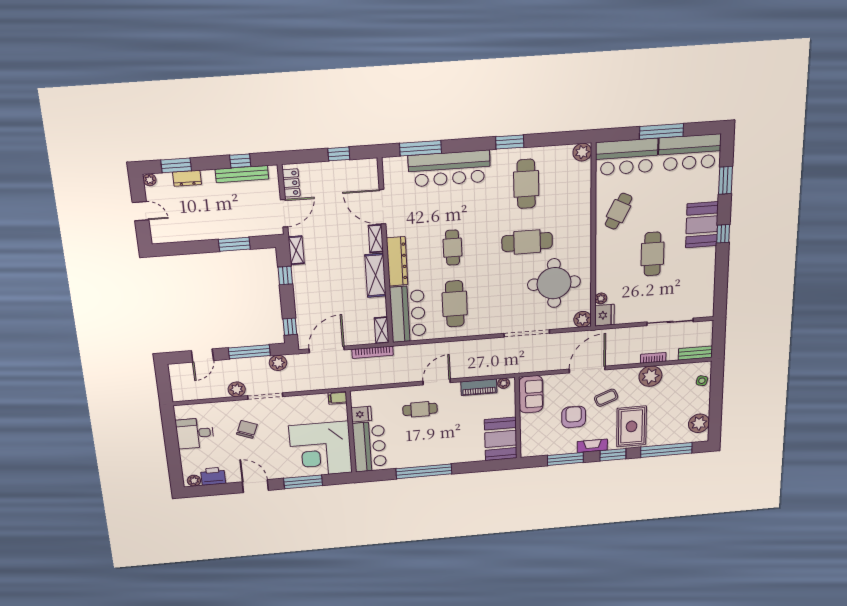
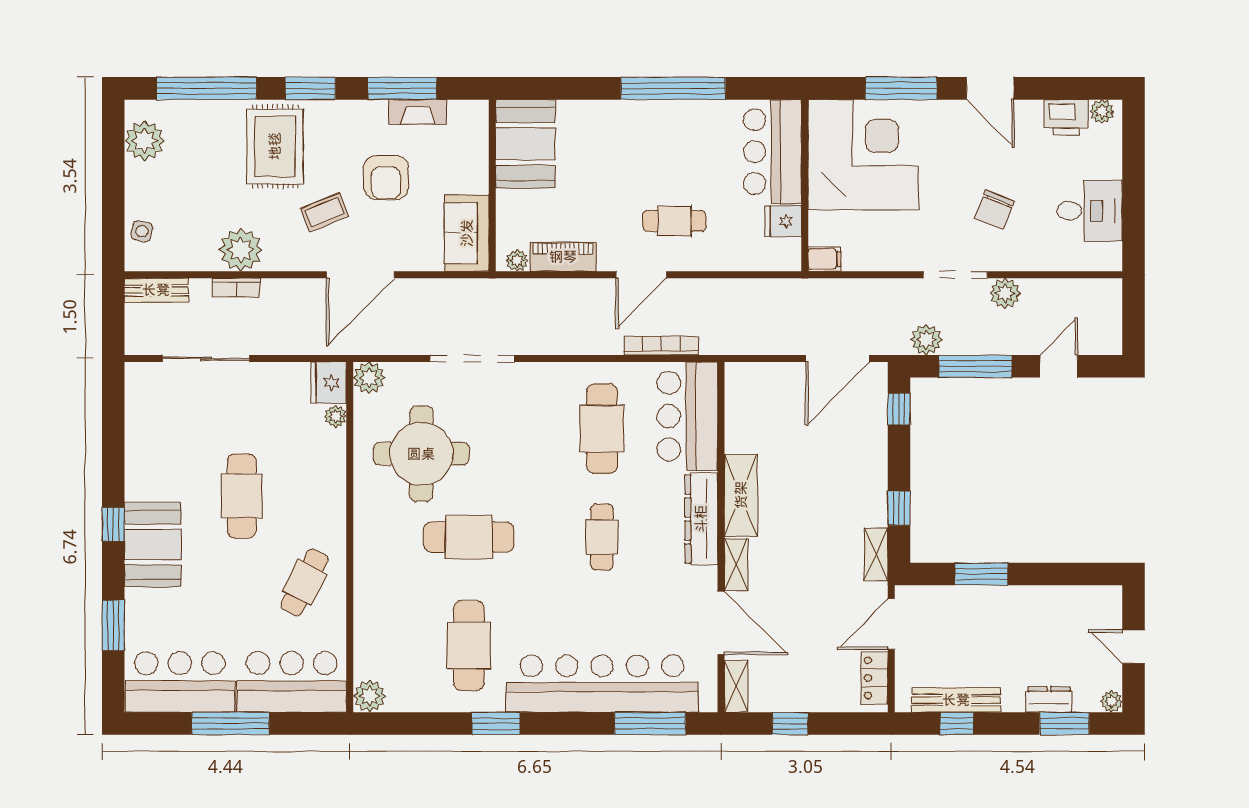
bar counter: (449, 169) -> (602, 684), width x1.36
shelving: (382, 330) -> (736, 686), moved
bookcase: (373, 352) -> (661, 346), moved
fireplace: (592, 446) -> (418, 112), moved

